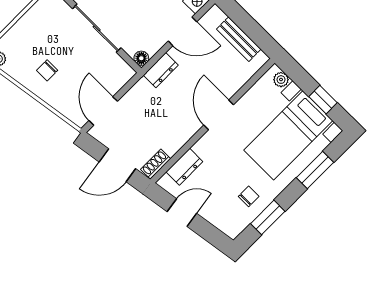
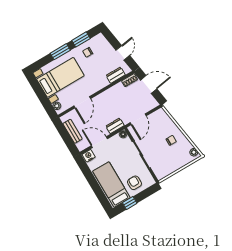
window: (323, 100) -> (39, 91), removed
door: (103, 111) -> (138, 119), moved
door: (219, 115) -> (82, 102), moved
window: (315, 170) -> (60, 52), moved
door: (182, 213) -> (123, 53), swing flipped

